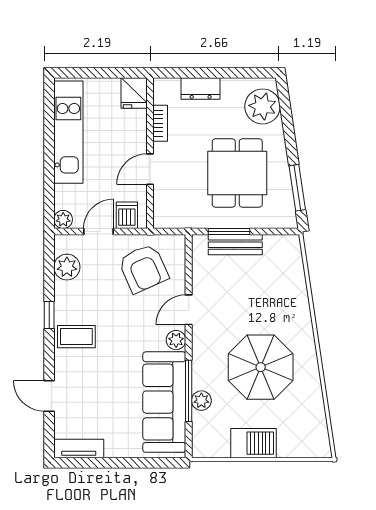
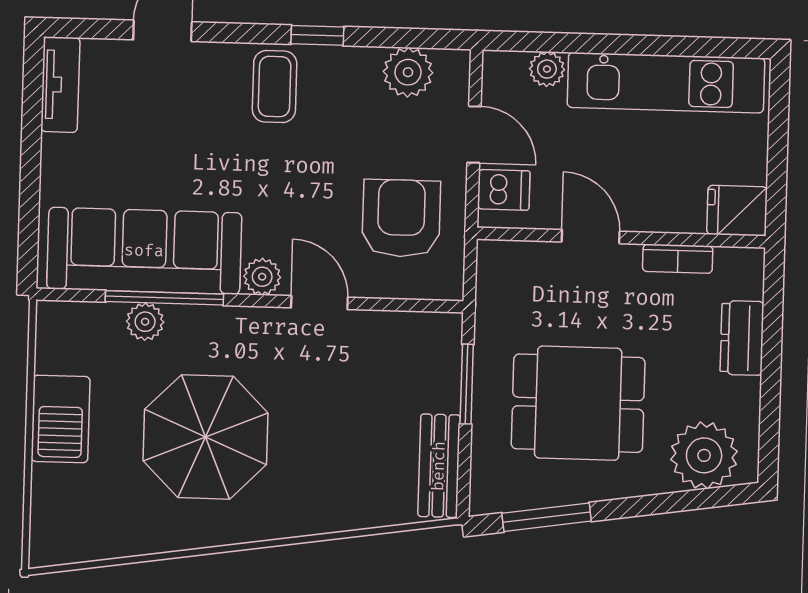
plant: (63, 219) -> (547, 69), moved
bench: (235, 245) -> (439, 466), moved
armchair: (143, 268) -> (401, 218), turned 114

